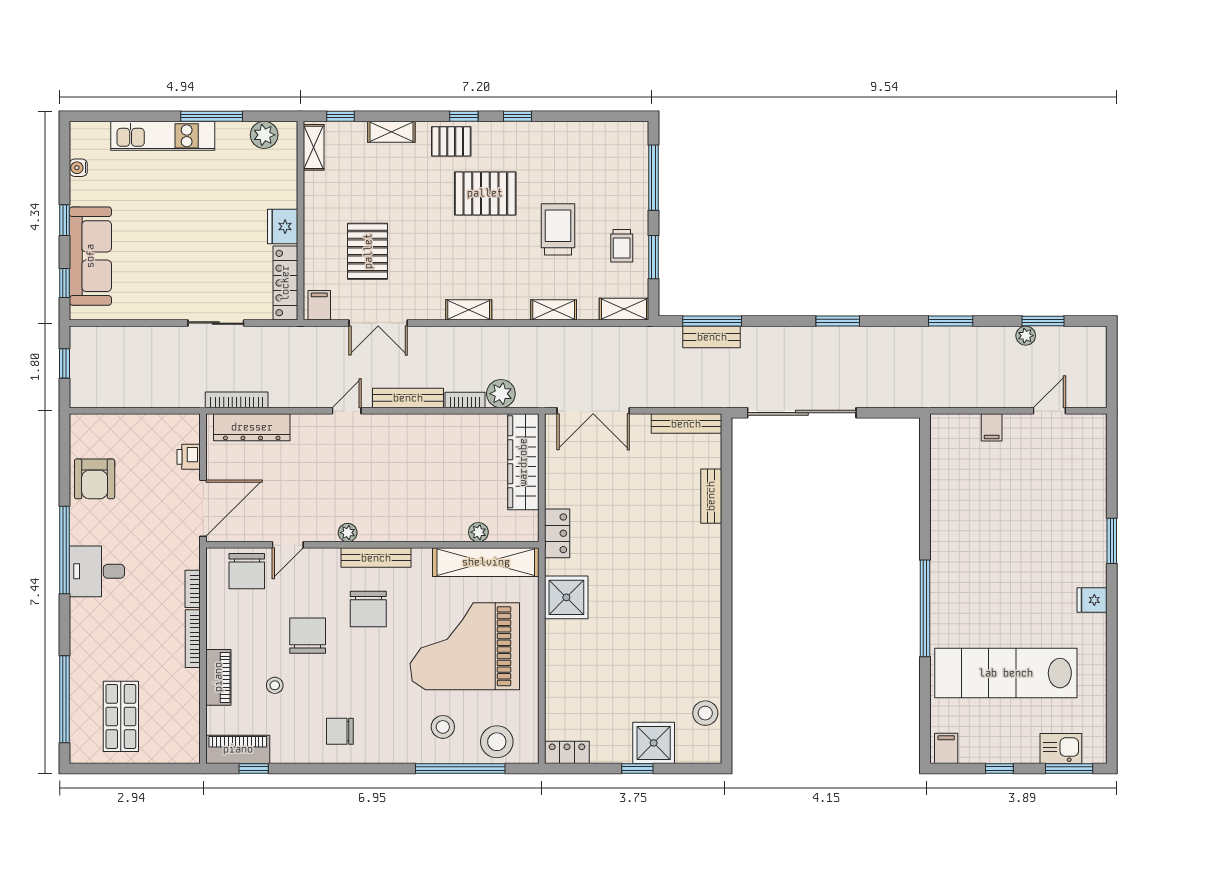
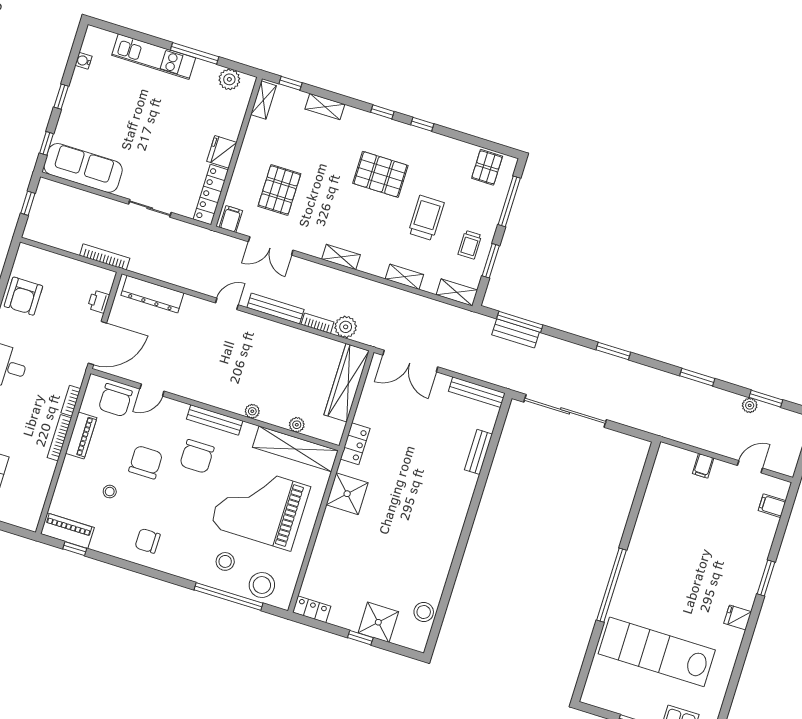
pallet: (451, 141) -> (487, 167), moved, turned 90
sofa: (90, 256) -> (83, 168), moved, turned -90
bookcase: (237, 400) -> (105, 257), moved
plant: (348, 533) -> (252, 411), moved
piano: (218, 677) -> (81, 435), moved
filing cabinet: (946, 748) -> (772, 506), moved, turned -90

